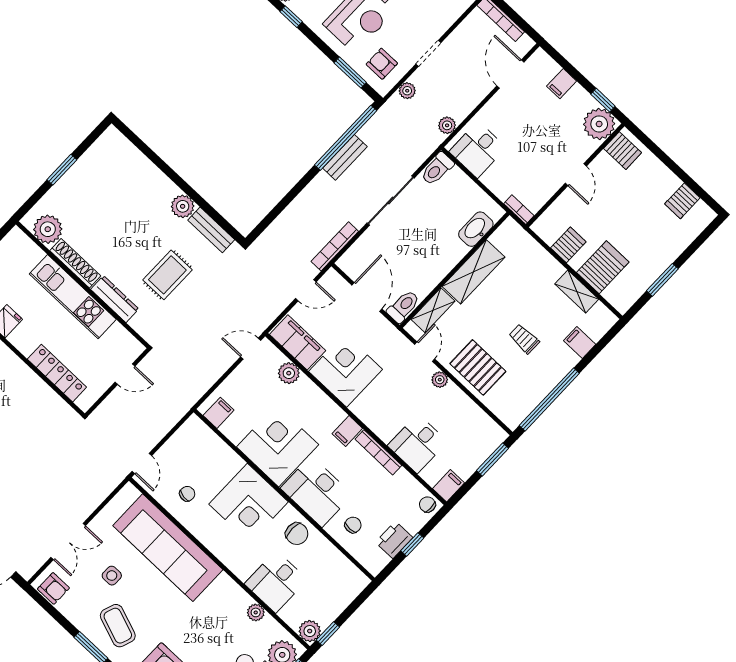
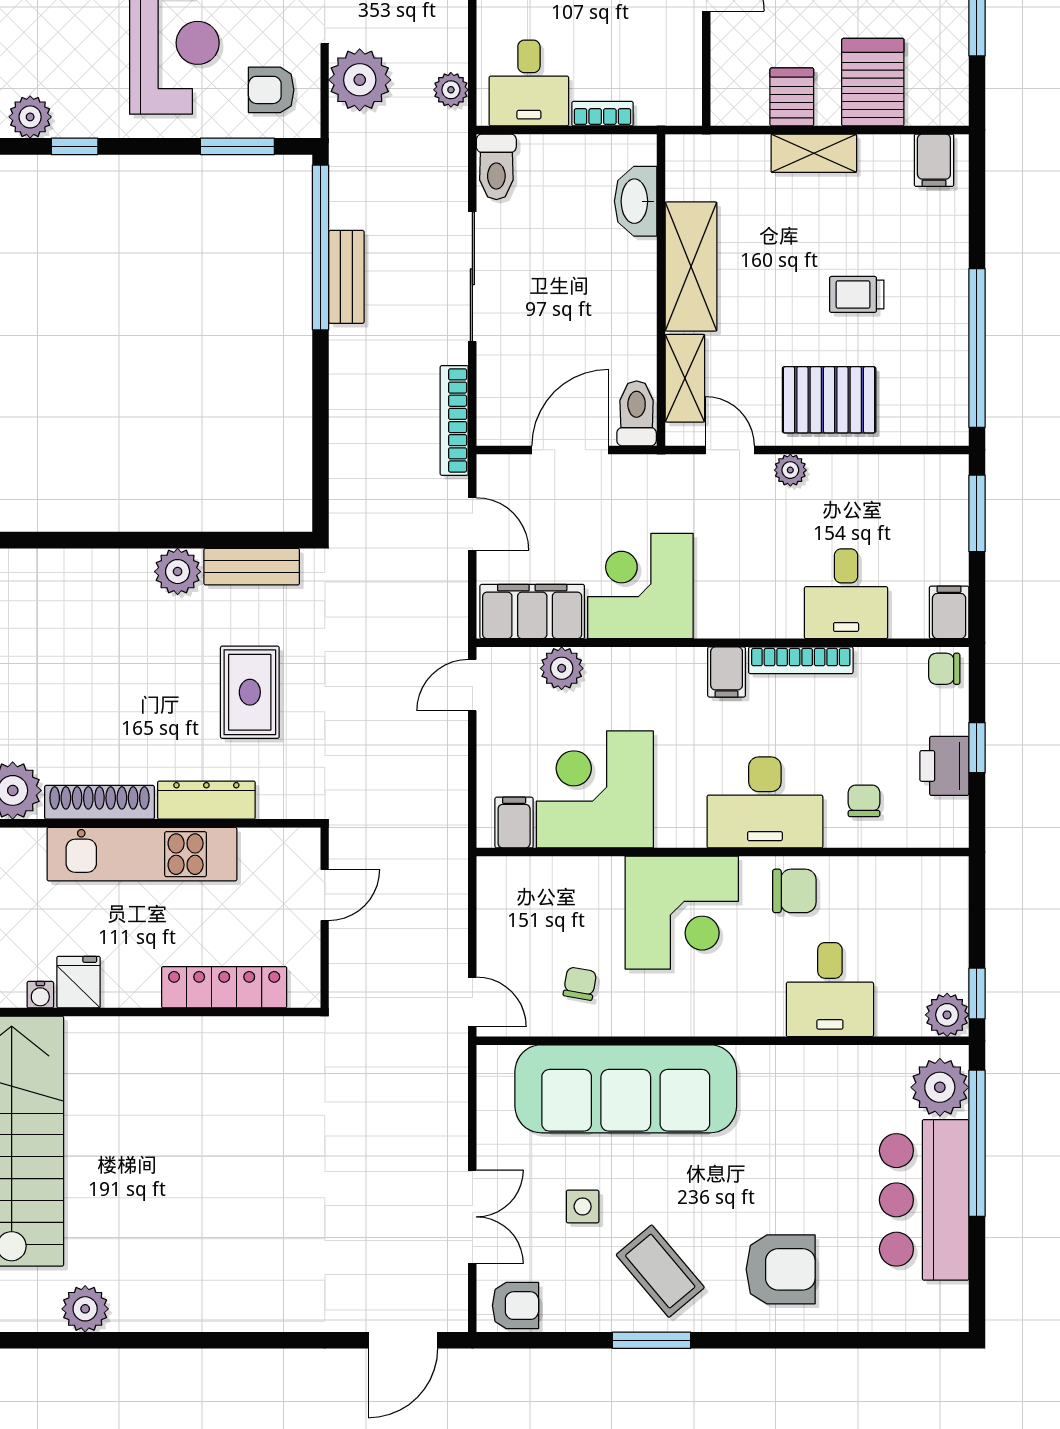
plant: (407, 91) -> (360, 80), width x1.87, depth x1.87
bookcase: (519, 210) -> (603, 114), moved
door: (306, 290) -> (472, 524), hinge flipped
shelving: (577, 292) -> (814, 153), moved
door: (367, 297) -> (570, 450), hinge flipped
filing cabinet: (580, 342) -> (934, 160), moved, turned -90
corner desk: (278, 446) -> (595, 789), moved
plant: (256, 612) -> (843, 1062), removed
coffee table: (118, 626) -> (660, 1271), turned 30

